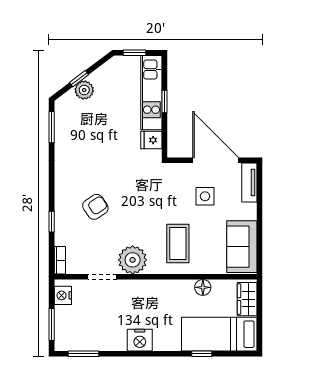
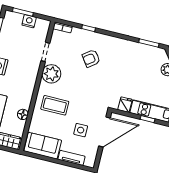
door: (216, 160) -> (105, 132), moved
tv unit: (249, 183) -> (71, 158), moved
armchair: (95, 207) -> (91, 58), turned 88
nightstand: (63, 295) -> (29, 21), moved

